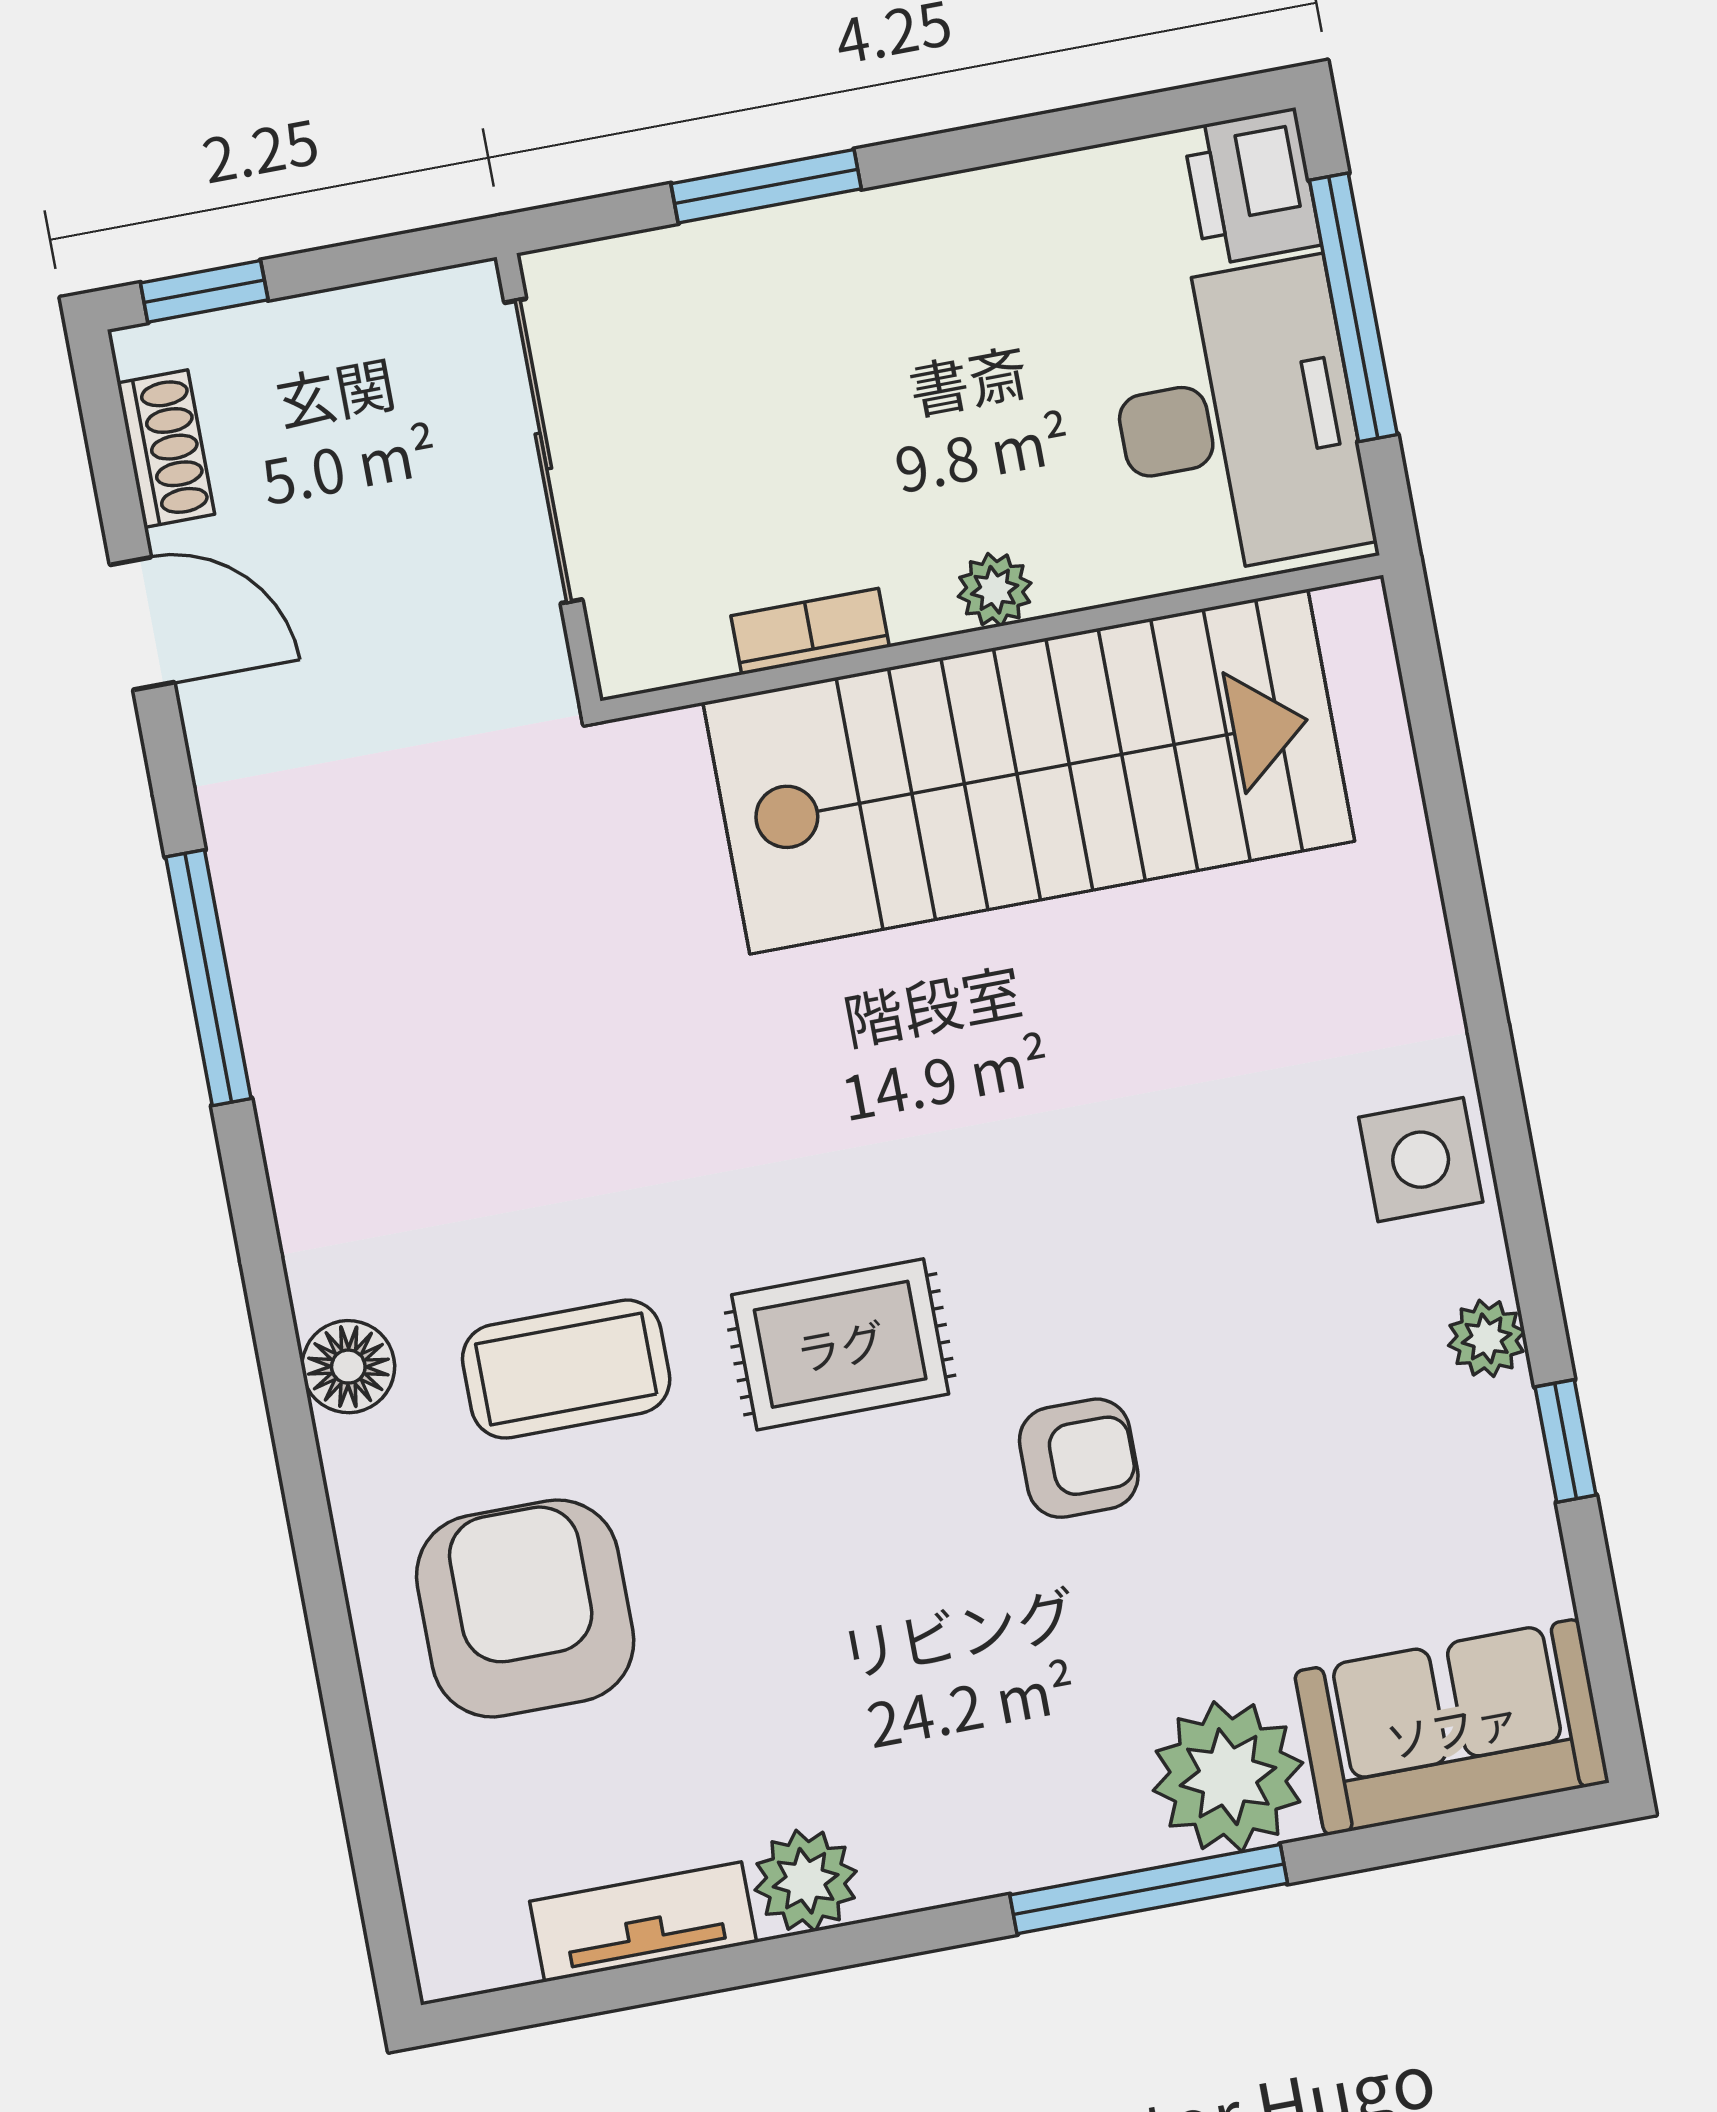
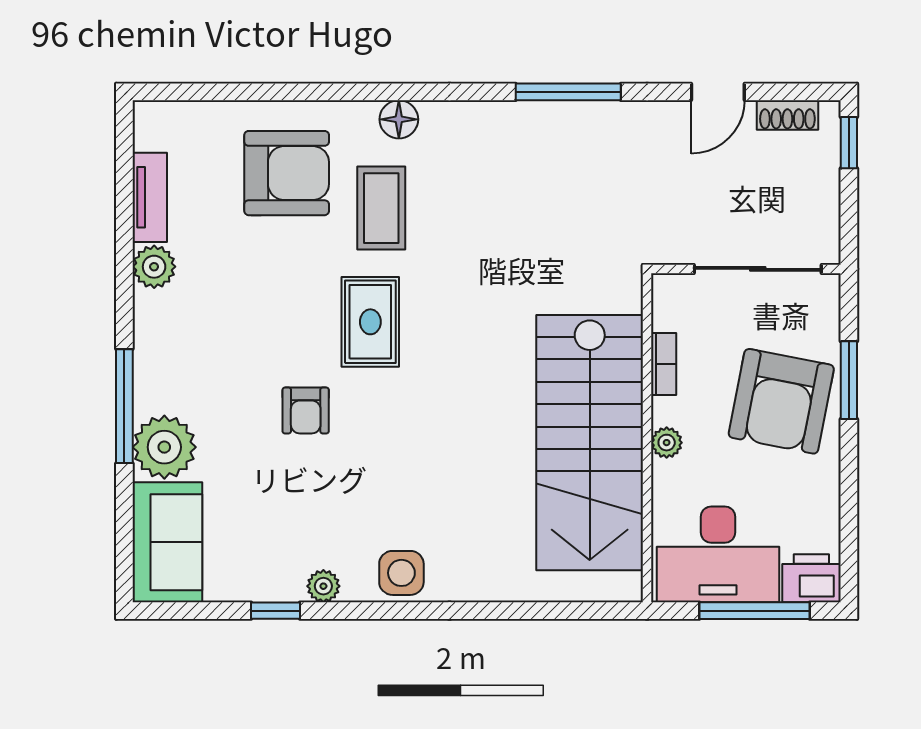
armchair: (846, 337) -> (781, 401), added

